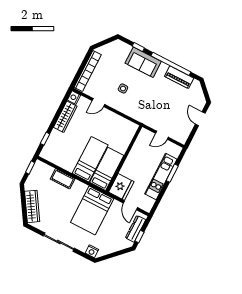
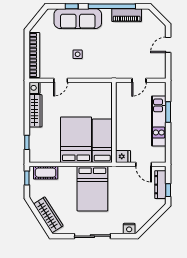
sofa: (143, 62) -> (78, 19), width x1.36
door: (200, 119) -> (168, 45), hinge flipped
bed: (90, 159) -> (76, 140), width x1.50
cot: (63, 179) -> (46, 173), moved
fridge: (121, 187) -> (123, 156), width x0.53, depth x0.75
bed: (92, 210) -> (92, 189), moved

